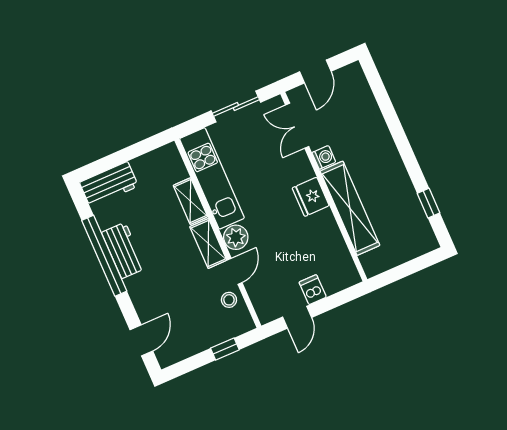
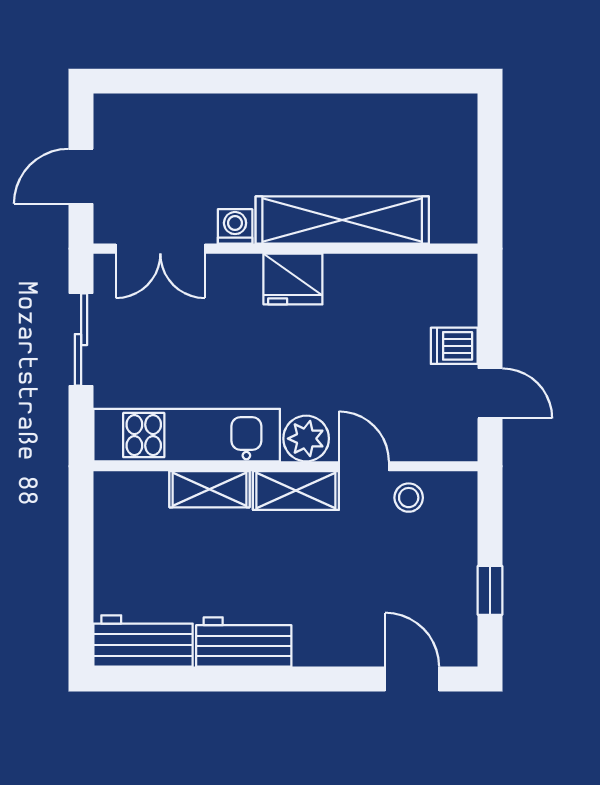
door: (315, 72) -> (81, 176), swing flipped
workbench: (109, 184) -> (143, 641), moved, turned -90
window: (428, 203) -> (393, 81), removed
window: (104, 256) -> (239, 679), removed
window: (225, 349) -> (490, 590), moved

